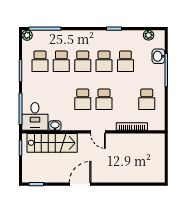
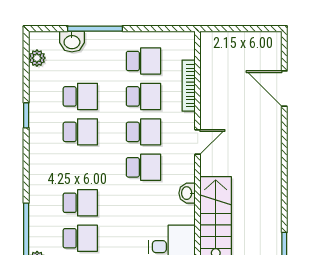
school desk: (83, 61) -> (143, 96), moved
washbasin: (55, 126) -> (187, 193), moved
door: (80, 184) -> (284, 89), moved

